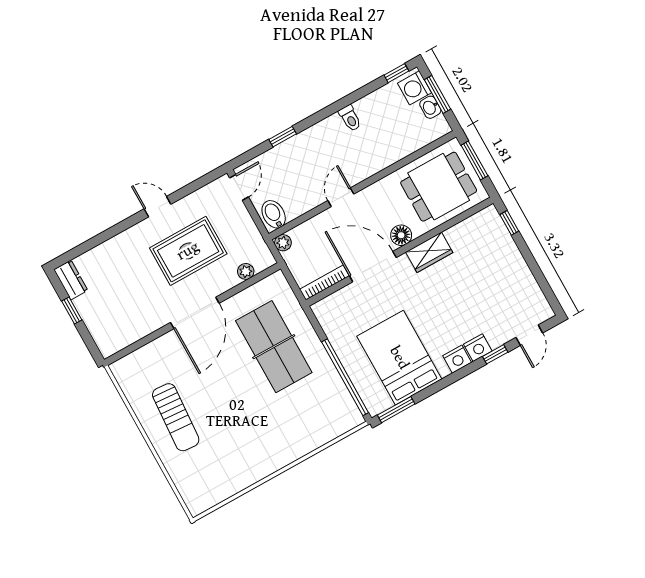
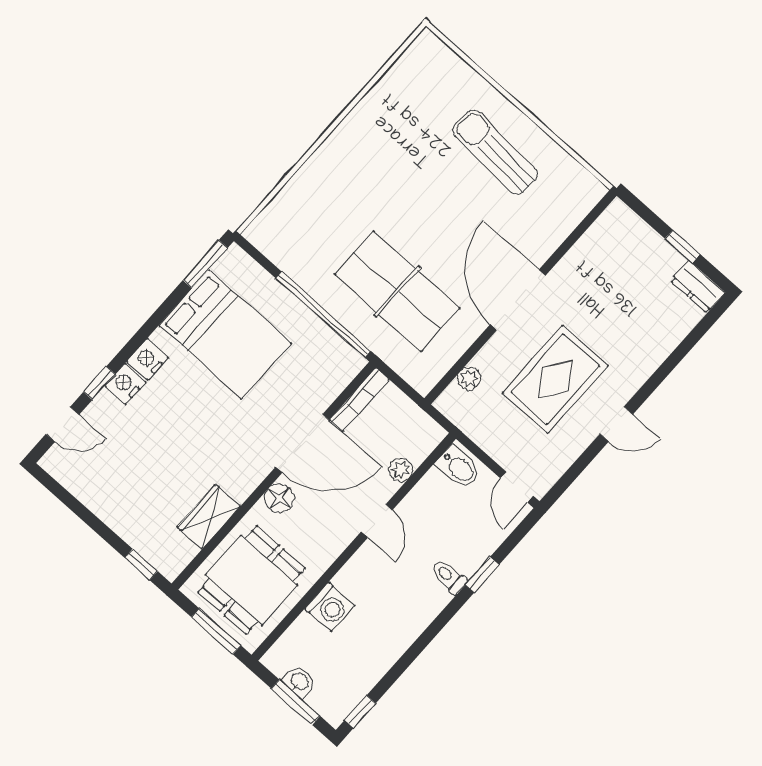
washing machine: (415, 88) -> (330, 607), moved, turned 90
toilet: (350, 118) -> (449, 577), moved
plant: (283, 243) -> (401, 470), moved
wardrobe: (429, 252) -> (209, 517), moved
door: (529, 335) -> (63, 424), swing flipped
window: (345, 377) -> (323, 315), moved

